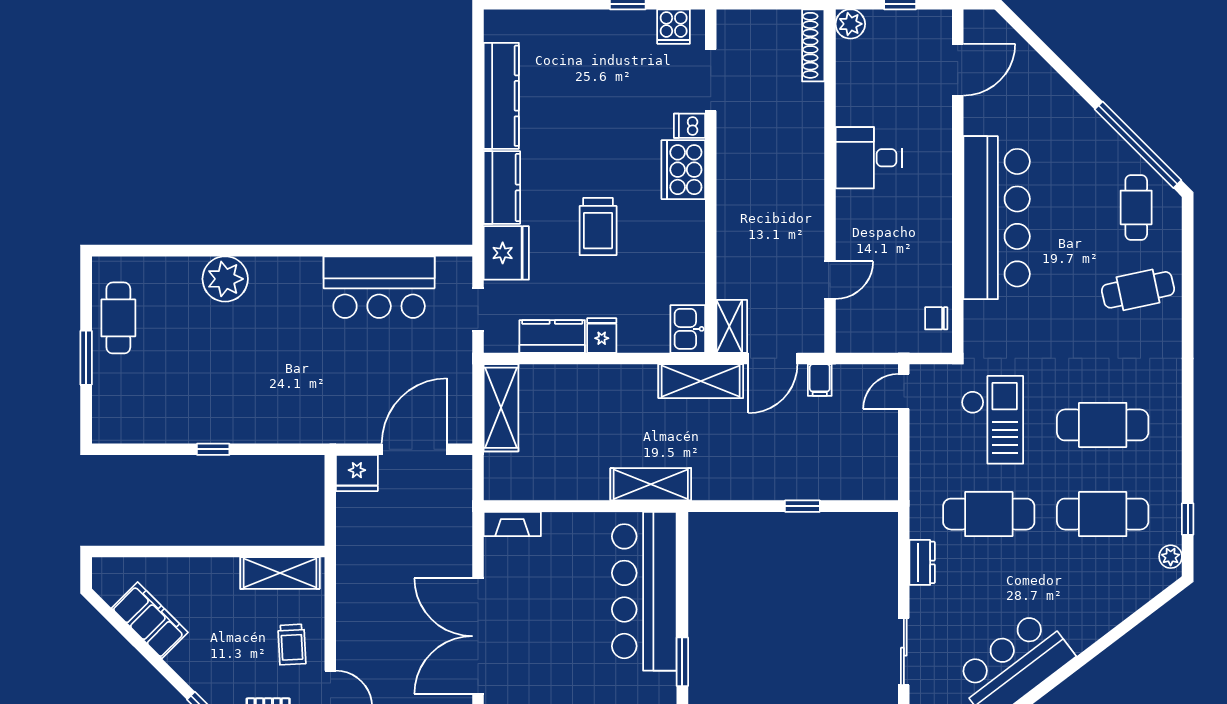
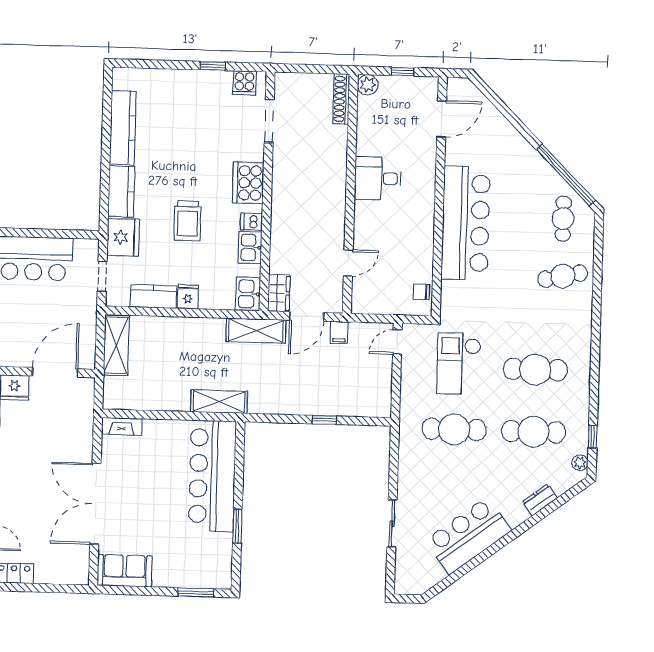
dishwasher: (689, 126) -> (251, 222), moved
kitchen sink: (689, 262) -> (250, 247), added
checkout: (992, 420) -> (458, 364), turned 180
dresser: (922, 562) -> (540, 500), moved, turned -127

